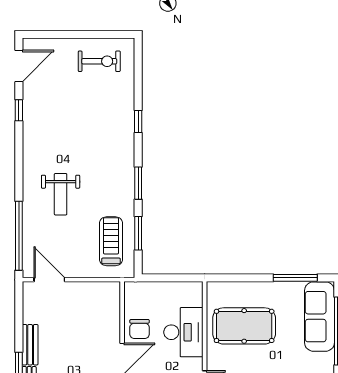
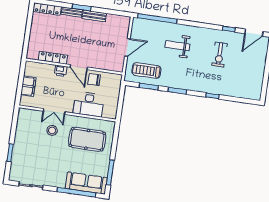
exercise bike: (99, 61) -> (220, 55), moved
door: (19, 66) -> (254, 33), hinge flipped
treadmill: (111, 241) -> (146, 71), turned 180
door: (49, 280) -> (127, 47), moved
pool table: (244, 326) -> (87, 139), turned 90

